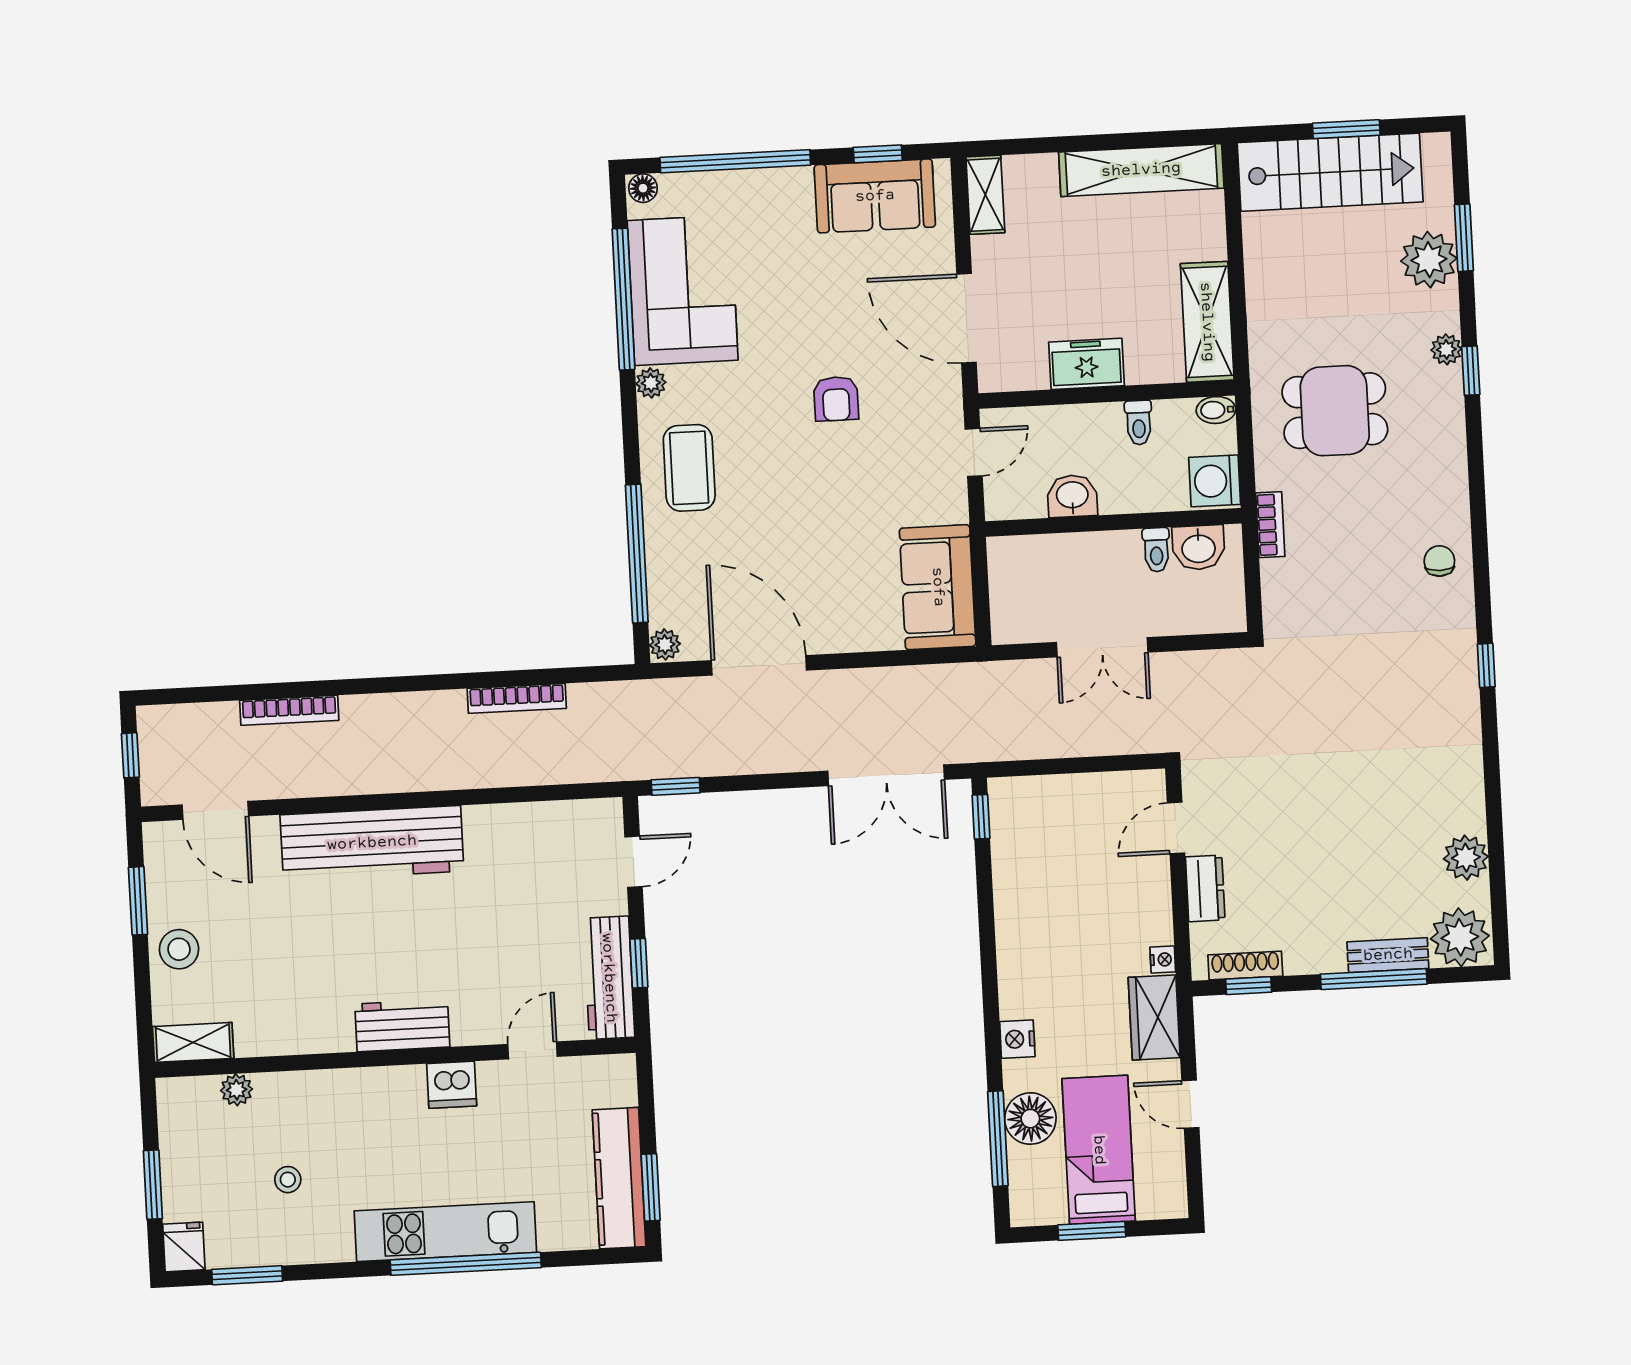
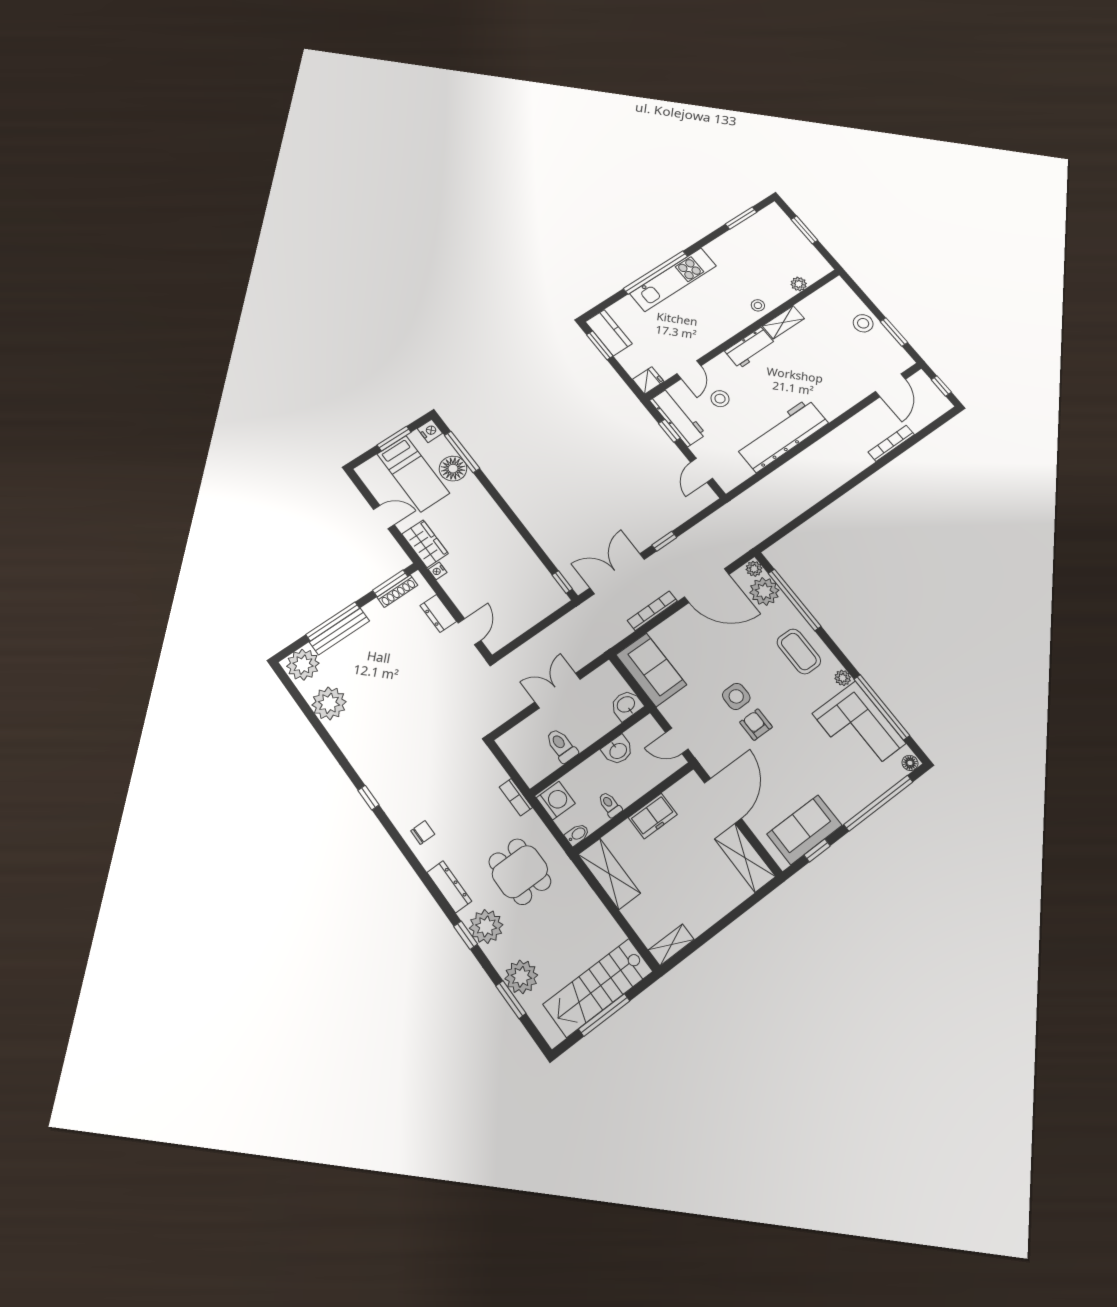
window: (1346, 129) -> (604, 1015), width x1.44
shelving: (1141, 170) -> (671, 945), width x0.45, depth x0.75
shelving: (985, 195) -> (745, 858), width x1.50, depth x1.33
door: (967, 318) -> (723, 801), hinge flipped
plant: (1446, 349) -> (486, 927), width x1.88, depth x1.88
dining table: (1335, 411) -> (520, 872), turned 90
door: (974, 452) -> (677, 741), hinge flipped
dresser: (1450, 456) -> (449, 887), added
side table: (836, 461) -> (736, 696), added
washbasin: (1199, 548) -> (626, 705), moved
toilet: (1156, 550) -> (561, 746), width x1.37, depth x1.39
chair: (1439, 561) -> (423, 833), turned -90
plant: (675, 598) -> (764, 591), added
bookcase: (517, 698) -> (652, 611), moved
window: (676, 786) -> (664, 541), moved
door: (215, 810) -> (890, 385), swing flipped
workbench: (372, 843) -> (782, 435), moved
plant: (1466, 858) -> (329, 703), width x1.36, depth x1.36
bench: (1388, 955) -> (339, 631), width x1.36
stool: (517, 967) -> (720, 399), added
window: (1249, 986) -> (390, 583), width x1.50
nightstand: (1017, 1039) -> (430, 431), moved
shelving: (193, 1042) -> (783, 322), moved
dishwasher: (452, 1085) -> (713, 337), removed
kitchen counter: (619, 1178) -> (609, 333), width x0.67
stool: (288, 1180) -> (758, 305), moved
fridge: (184, 1247) -> (648, 380), moved, turned -90

